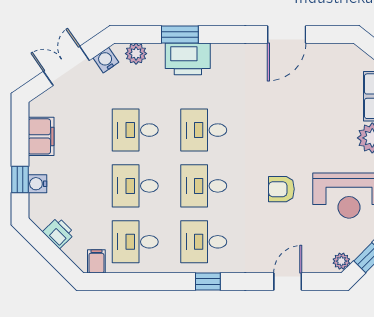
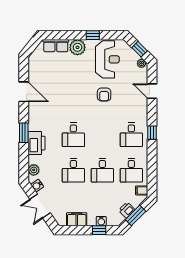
window: (180, 34) -> (24, 133), moved
desk: (204, 186) -> (102, 135), removed
window: (48, 250) -> (136, 215), added

